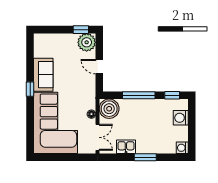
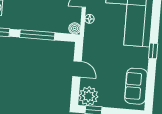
sofa: (43, 75) -> (136, 86), moved
boiler: (109, 109) -> (75, 28), width x0.54, depth x0.54

